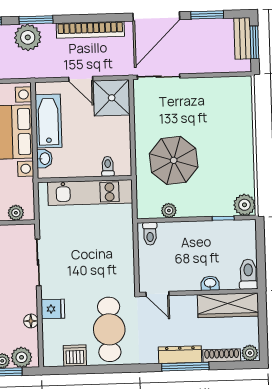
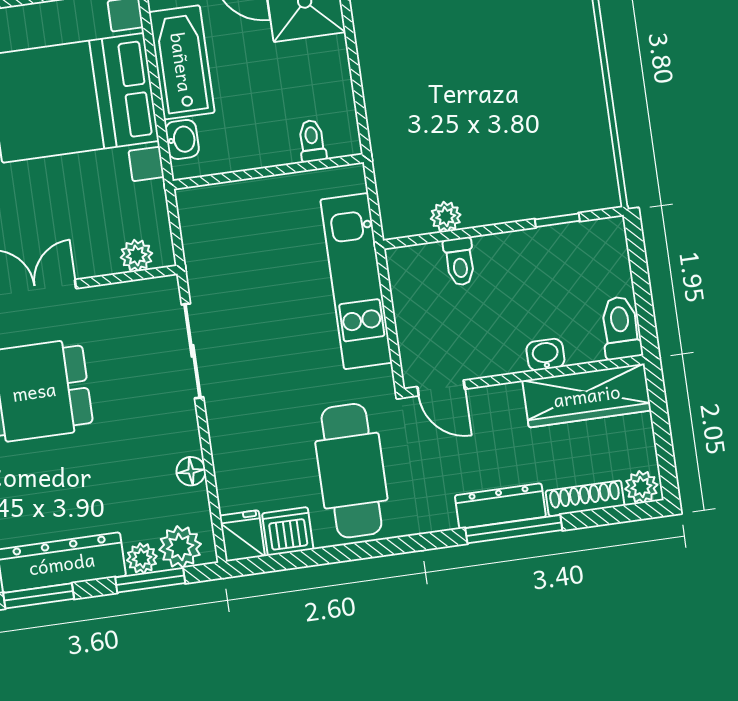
parasol: (174, 160) -> (444, 114), removed
kitchen unit: (90, 193) -> (356, 281), moved, turned 90
plant: (244, 205) -> (597, 188), removed
toilet: (150, 234) -> (460, 261), moved
fridge: (53, 309) -> (242, 536), moved, turned -90

